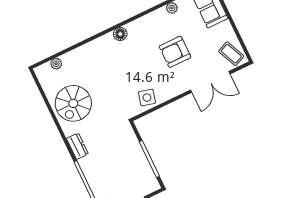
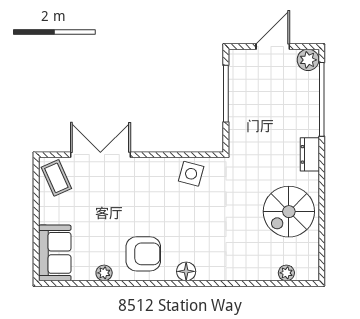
armchair: (175, 52) -> (143, 254), moved
spiral stairs: (73, 103) -> (289, 212), turned 180

